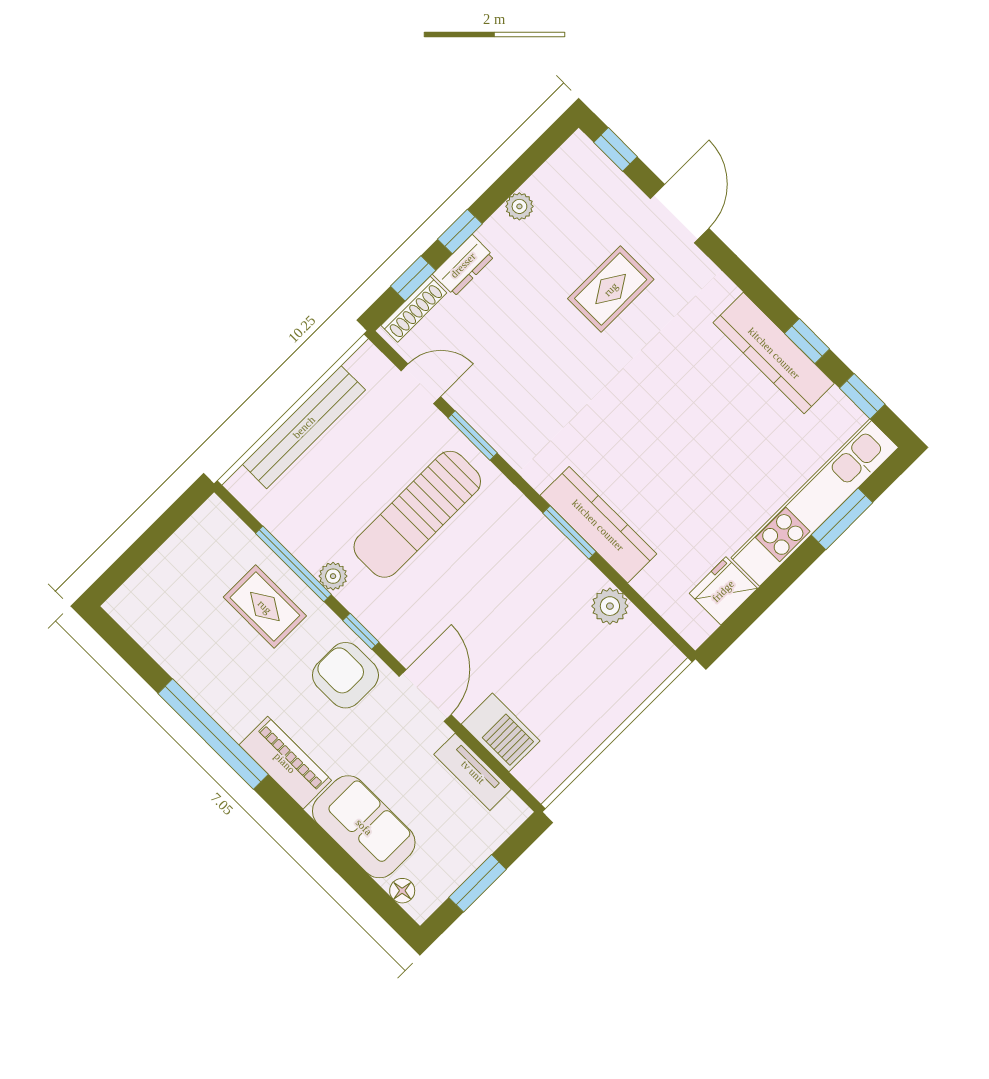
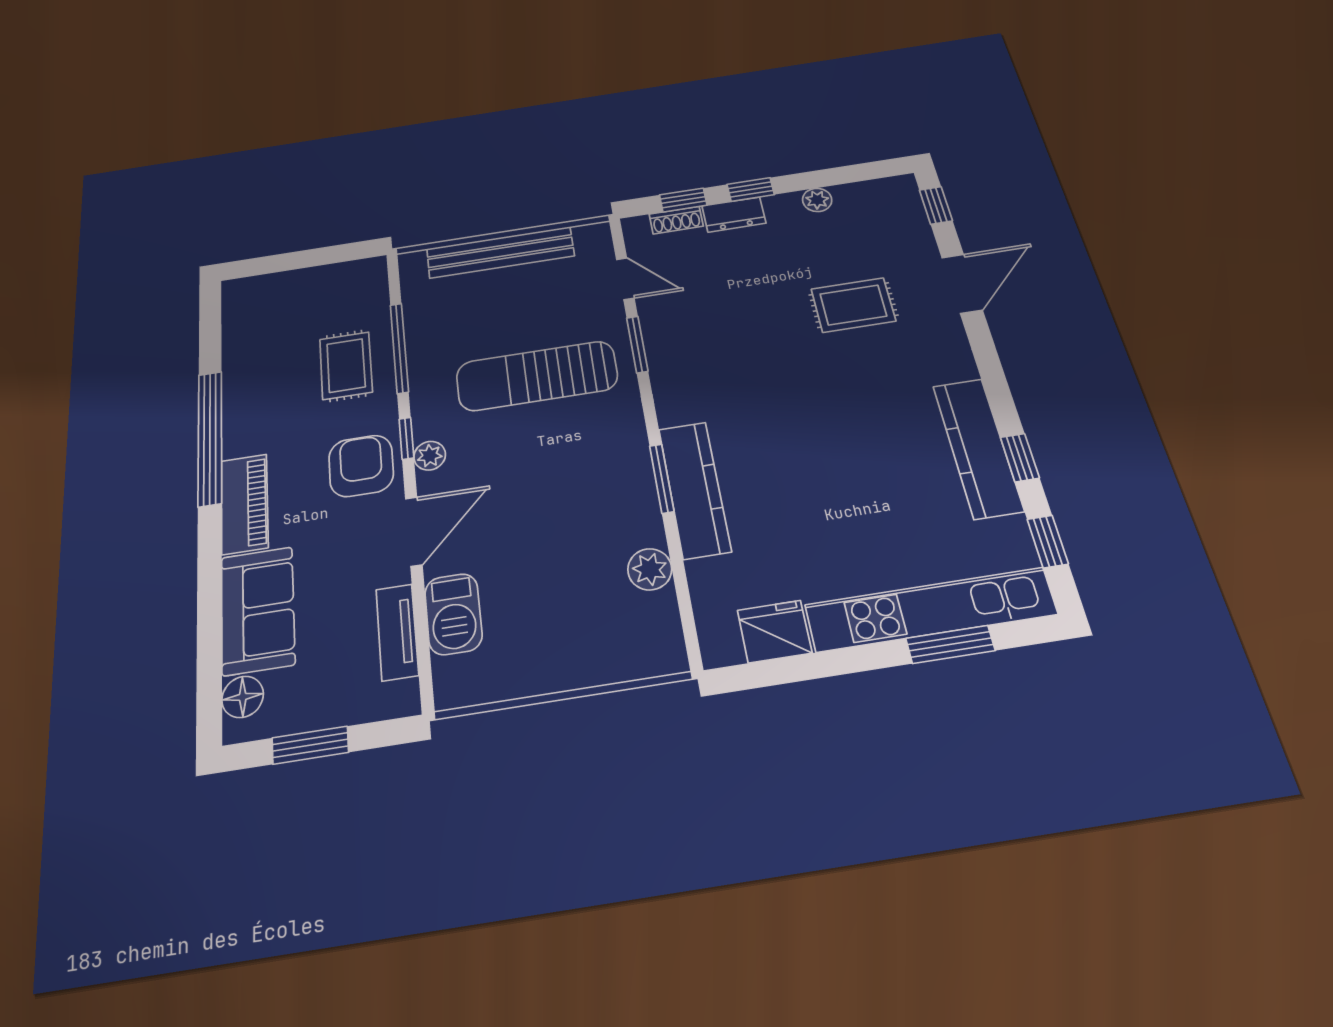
shoe rack: (414, 309) -> (676, 220), width x0.70
plant: (333, 576) -> (430, 456), moved
floor lamp: (402, 891) -> (243, 697), width x1.37, depth x1.37

